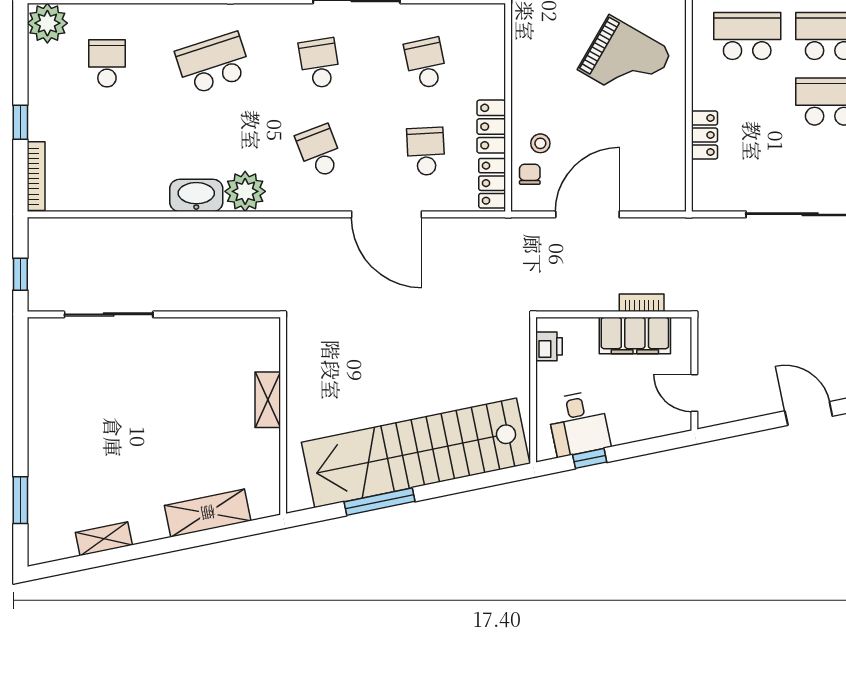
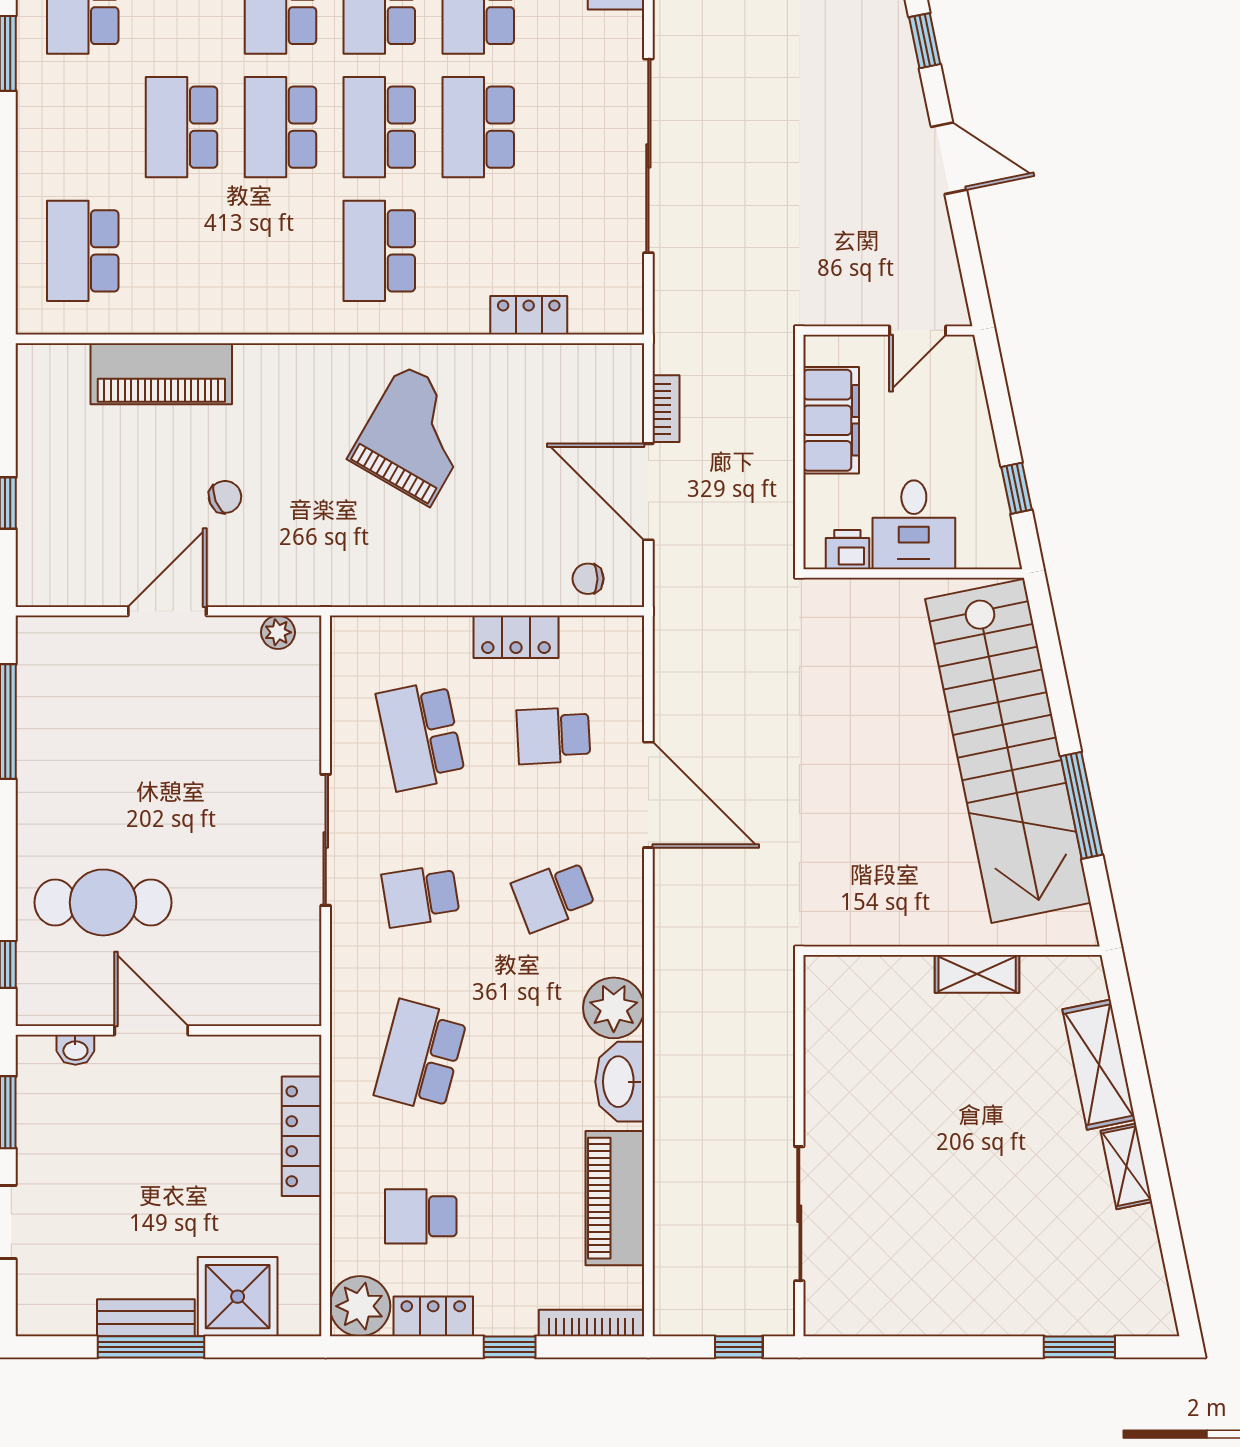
school desk: (213, 63) -> (421, 1056), turned 33
school desk: (426, 63) -> (421, 736), width x1.85
stool: (540, 143) -> (541, 563), removed
locker: (492, 183) -> (433, 1316), moved, turned 180
piano: (119, 192) -> (615, 1198), added
door: (386, 214) -> (648, 795), hinge flipped
bookcase: (642, 303) -> (666, 409), moved, turned 180
shelving: (268, 400) -> (977, 974), moved
door: (809, 414) -> (949, 158), swing flipped
desk: (579, 424) -> (914, 525), moved, turned 102
shelving: (104, 539) -> (1126, 1166), moved

